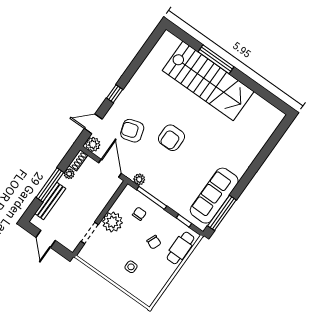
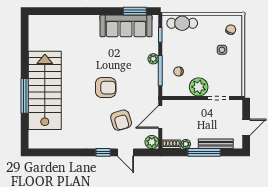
door: (93, 124) -> (126, 152), moved
plant: (139, 179) -> (153, 59), moved
window: (222, 213) -> (135, 11), width x0.69
chair: (154, 242) -> (231, 30), moved

